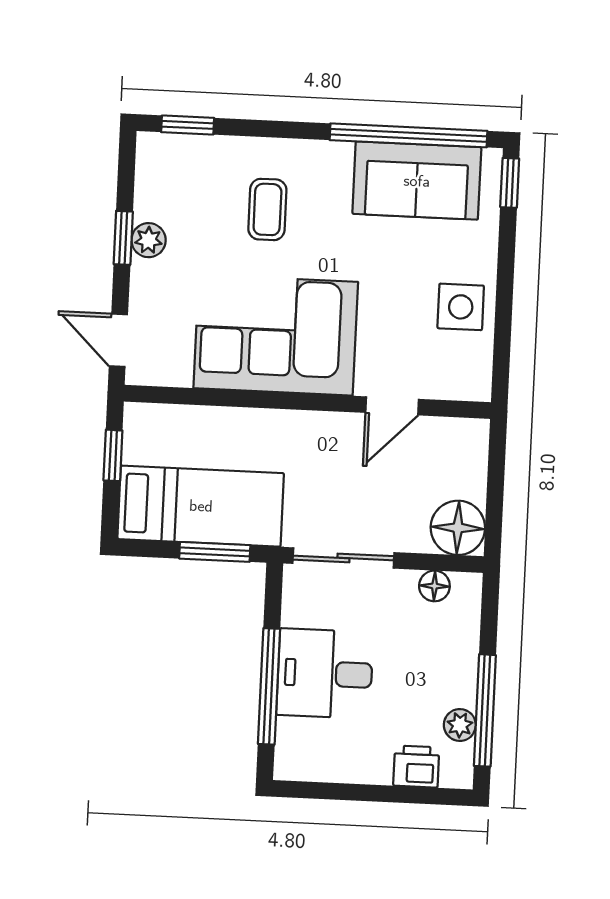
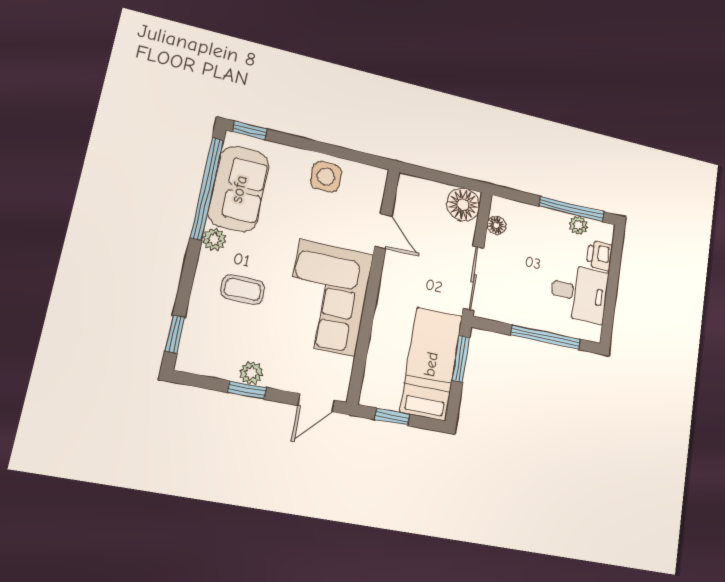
plant: (334, 158) -> (214, 239), added
desk: (325, 674) -> (579, 293), moved, turned -90

